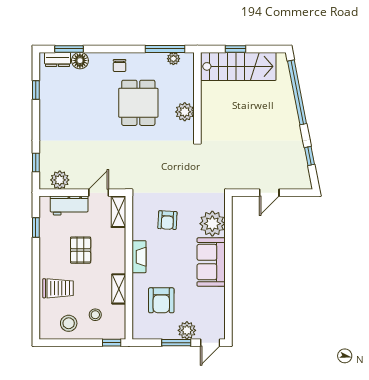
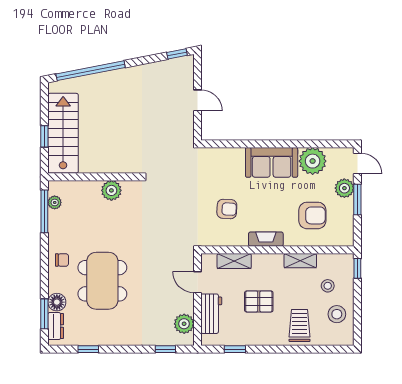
dining table: (138, 103) -> (102, 281), moved, width x1.38
window: (309, 156) -> (177, 54), moved
shelving: (118, 212) -> (234, 261), moved
plant: (212, 224) -> (313, 161), moved

